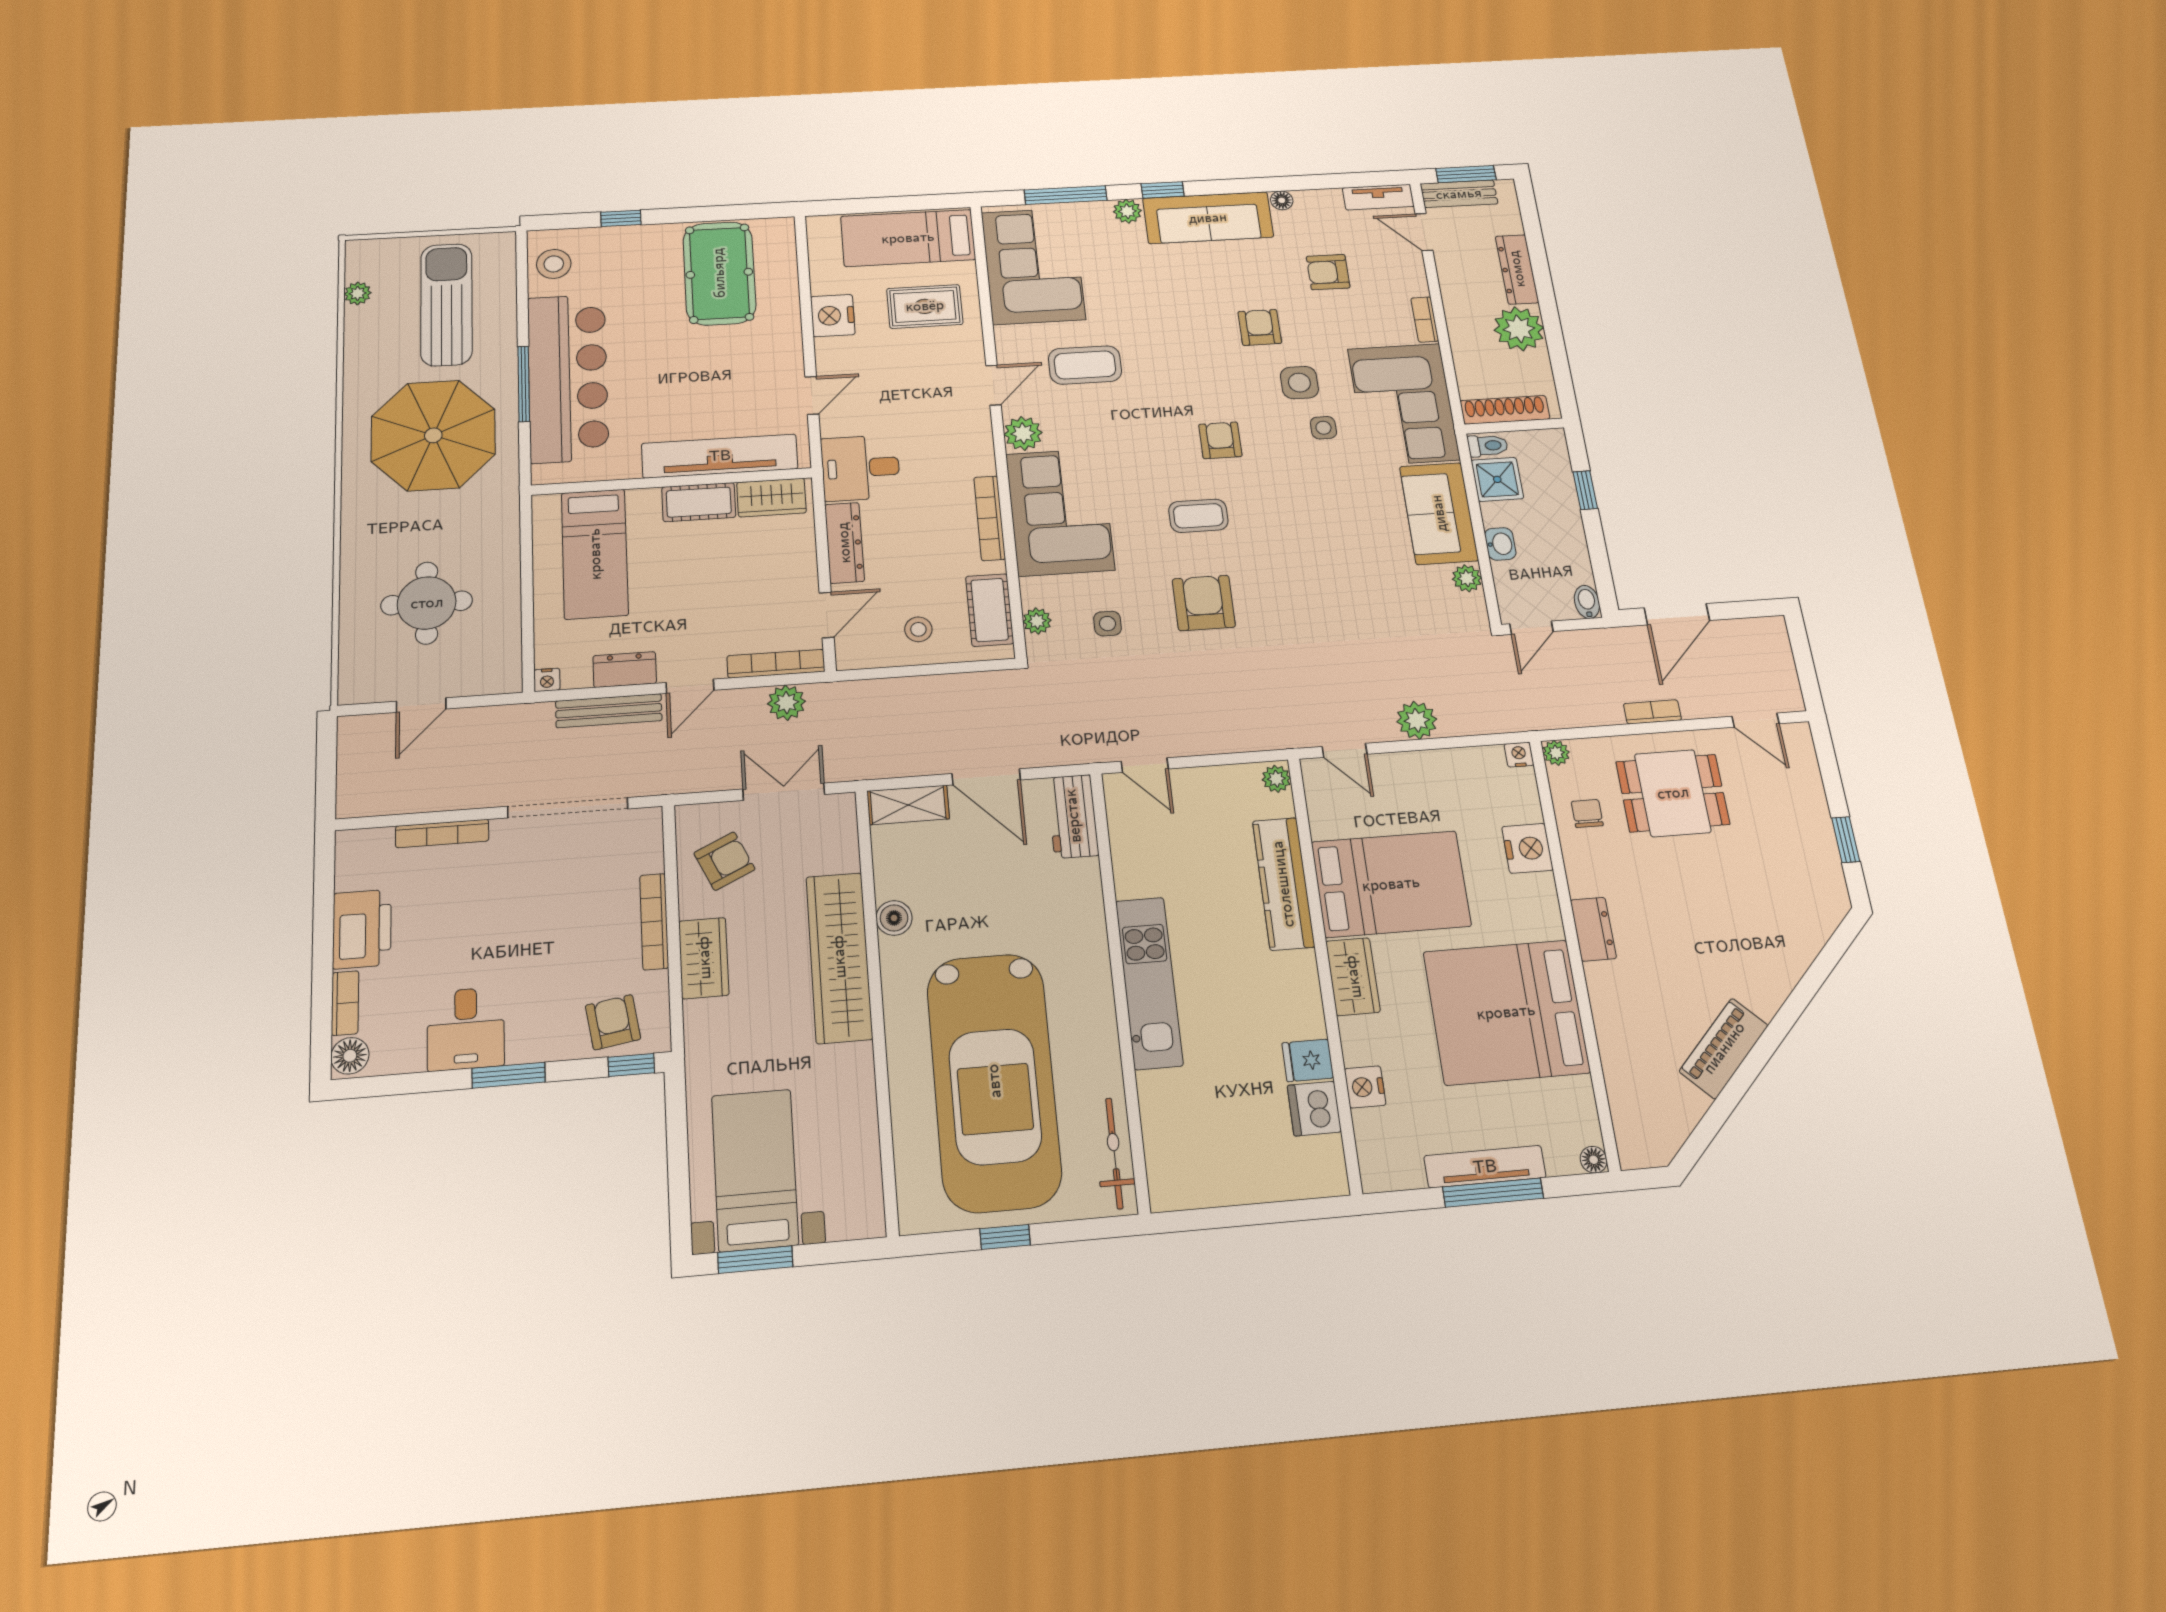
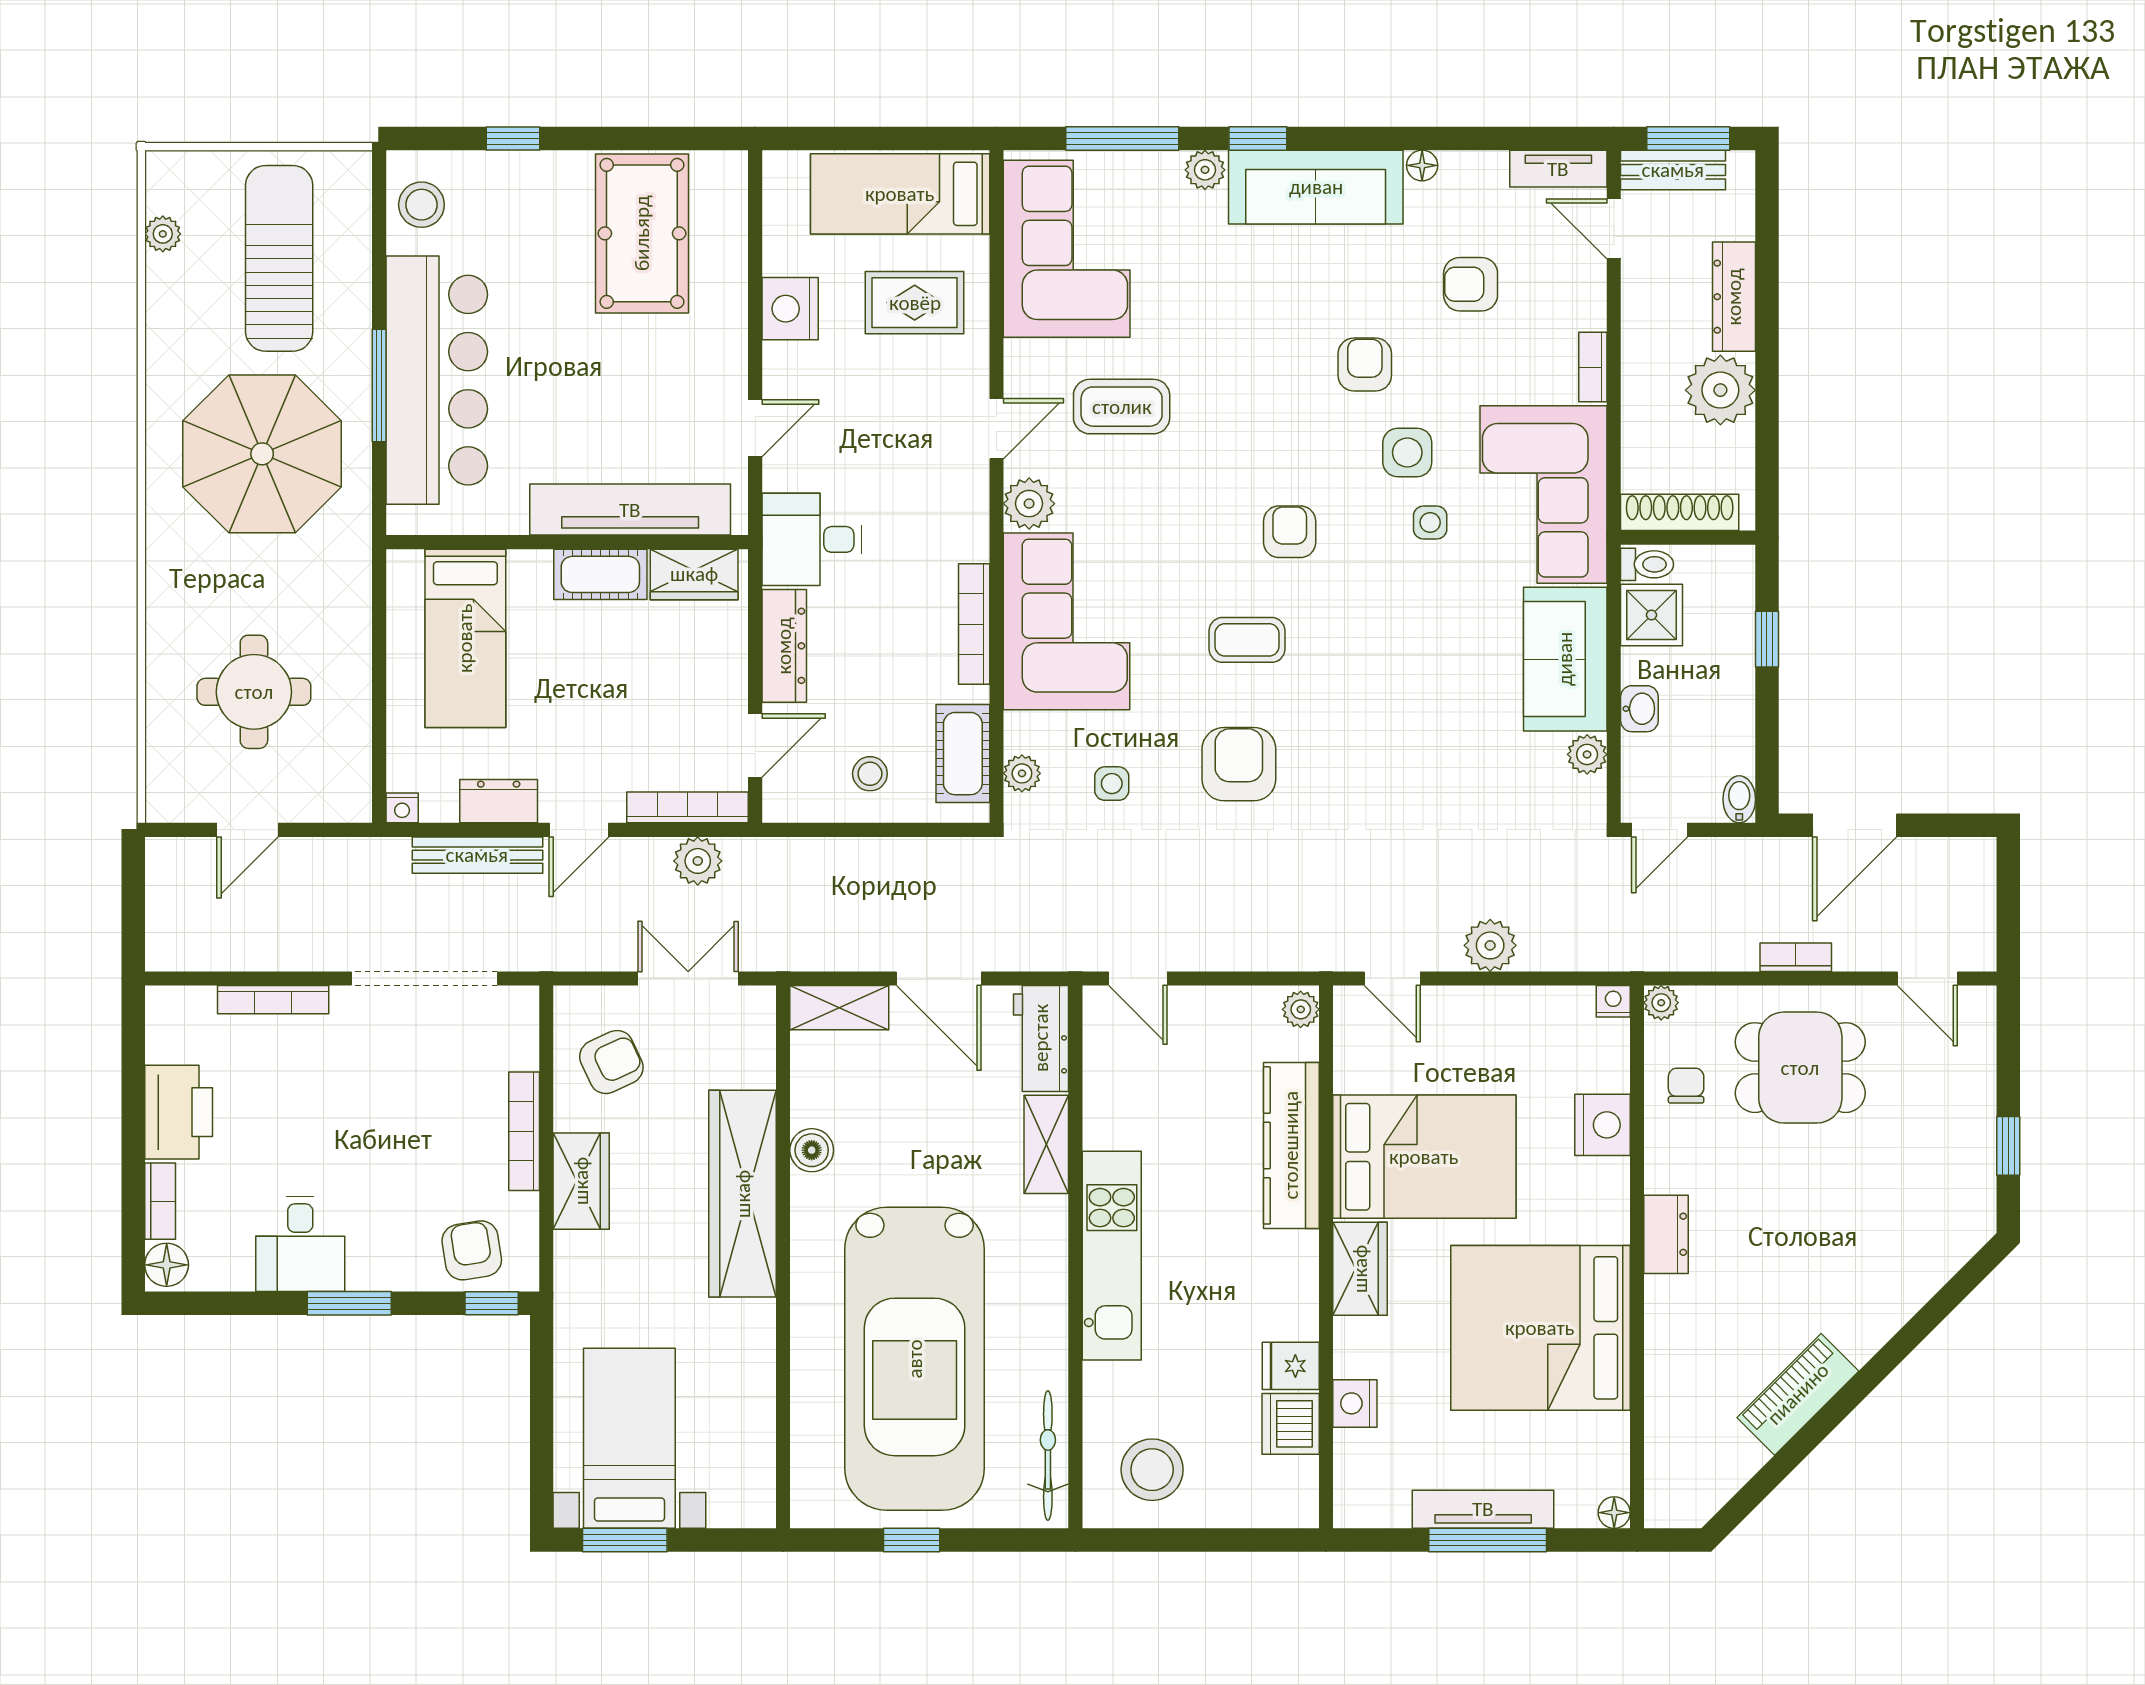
shelving: (1086, 898) -> (1046, 1144), added
stool: (1204, 1158) -> (1152, 1470), added

